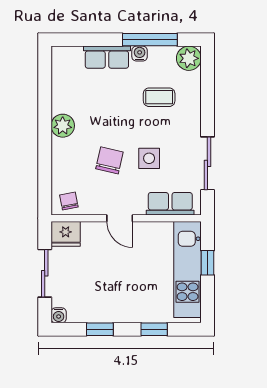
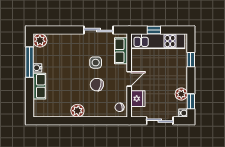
coffee table: (159, 97) -> (62, 57), removed
fridge: (66, 234) -> (138, 99), moved
plant: (93, 312) -> (181, 94), added
window: (100, 329) -> (191, 101), moved

